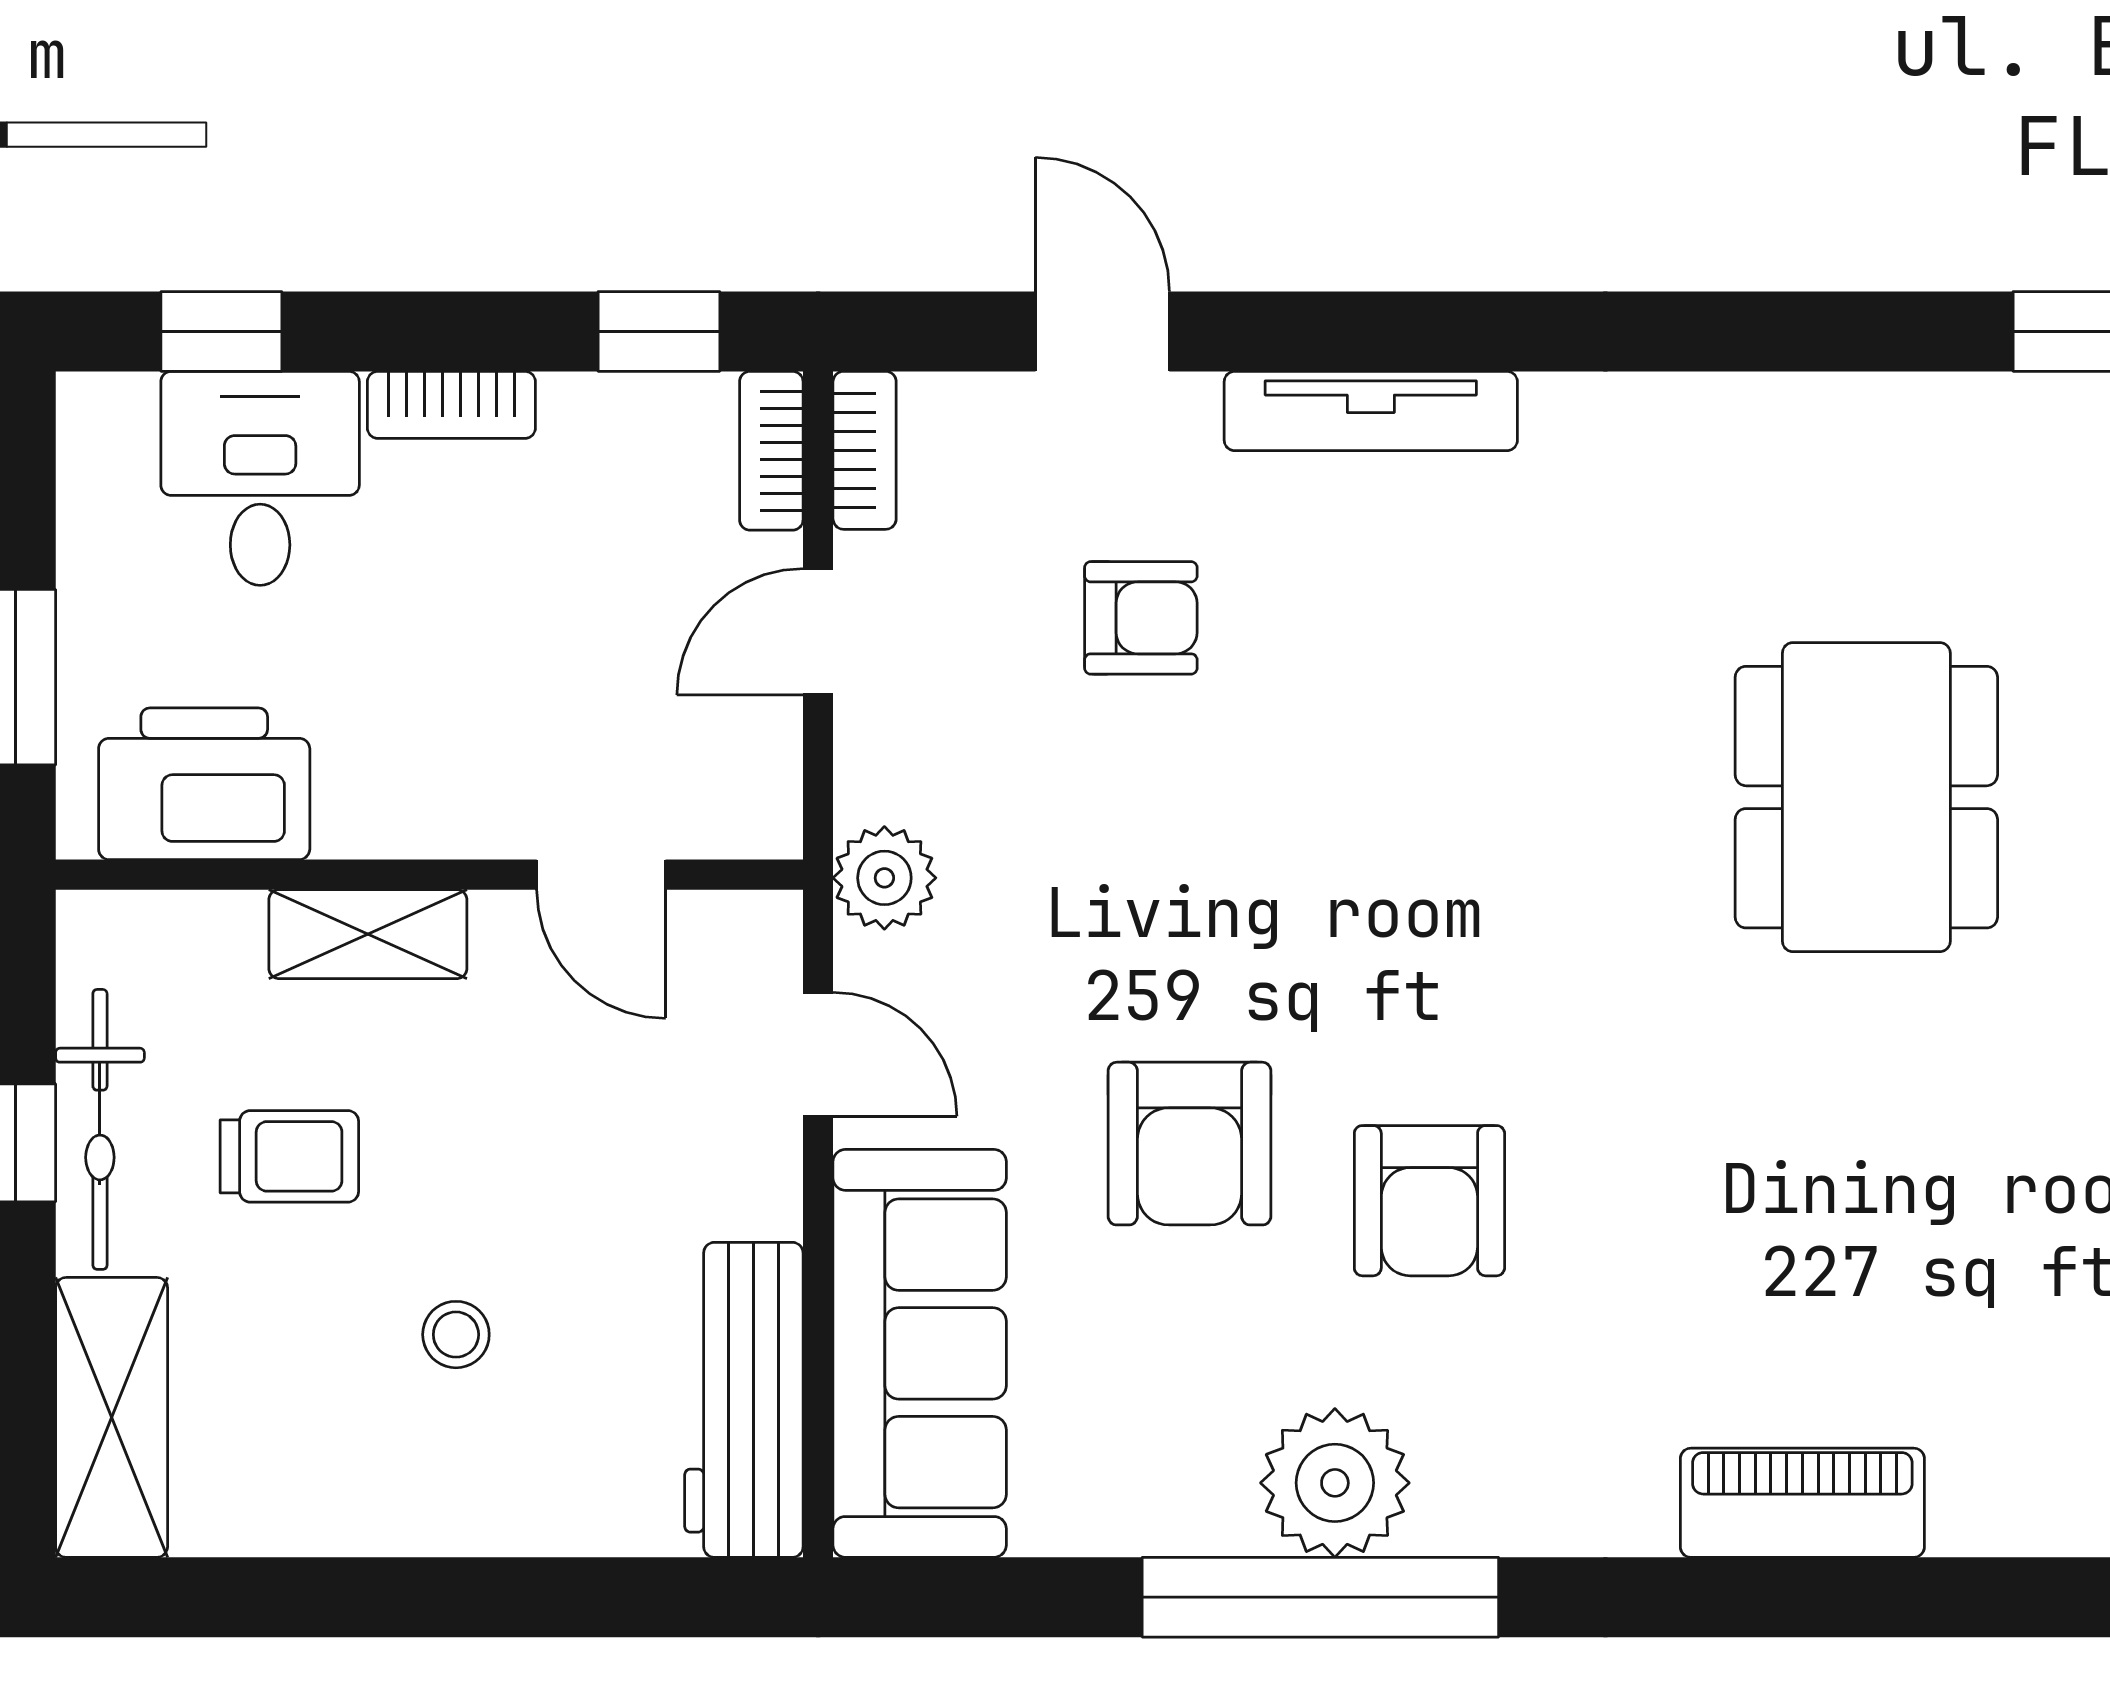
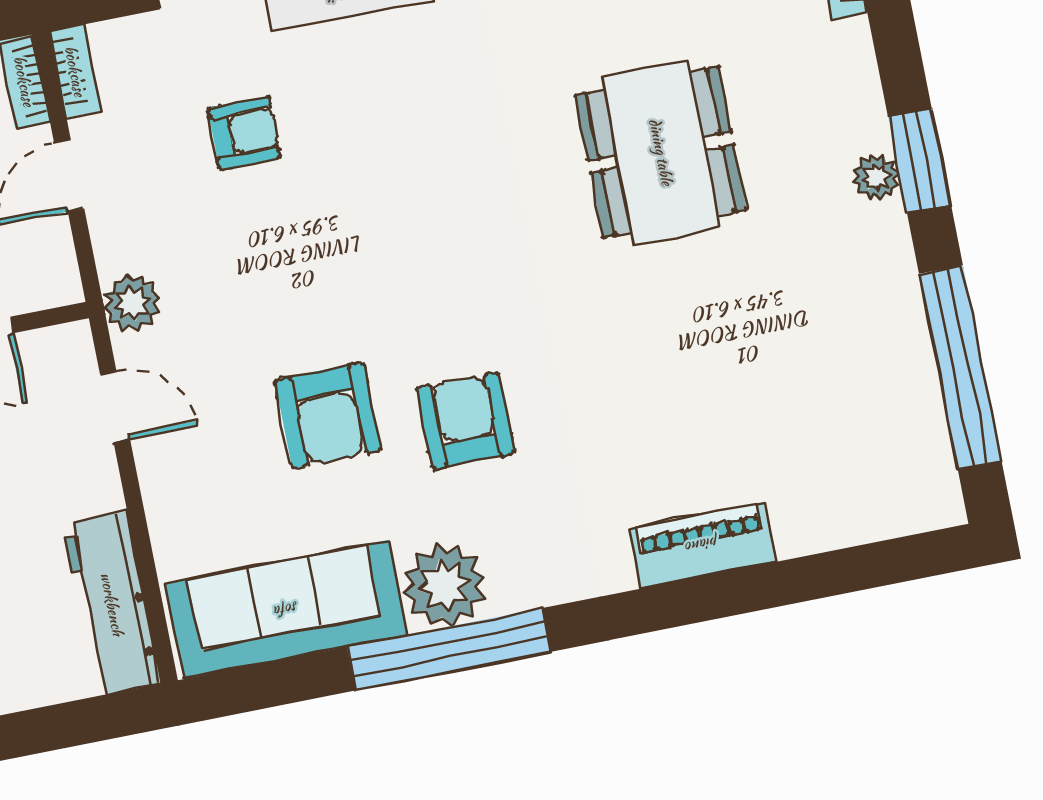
armchair: (1429, 1201) -> (465, 421), turned 180
sofa: (920, 1353) -> (286, 610), moved, turned -90

